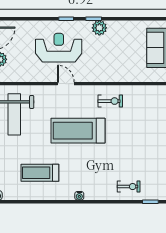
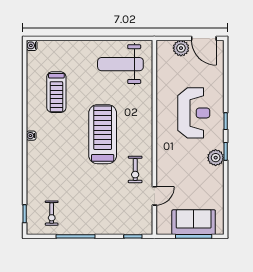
door: (66, 84) -> (154, 196), moved
treadmill: (40, 173) -> (56, 92), turned 180
exercise bike: (129, 187) -> (52, 213), moved

